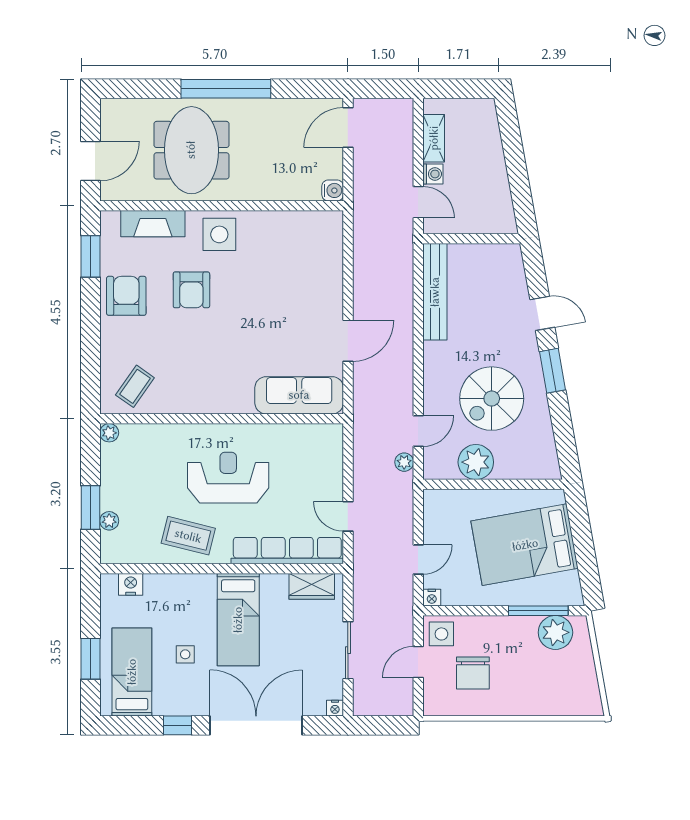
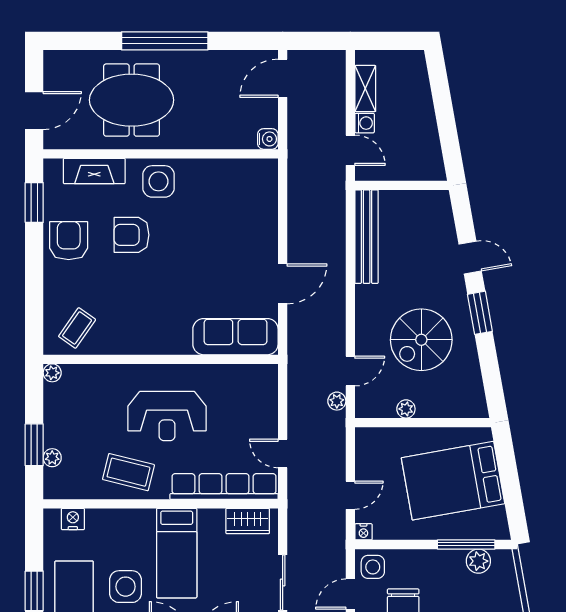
meeting table: (191, 150) -> (132, 100), turned 90
armchair: (191, 290) -> (132, 235), turned 90
plant: (476, 462) -> (406, 409), width x0.53, depth x0.53
reception desk: (228, 478) -> (167, 416), turned 180
plant: (555, 632) -> (478, 561), width x0.73, depth x0.73
side table: (185, 654) -> (126, 587), width x1.87, depth x1.87

